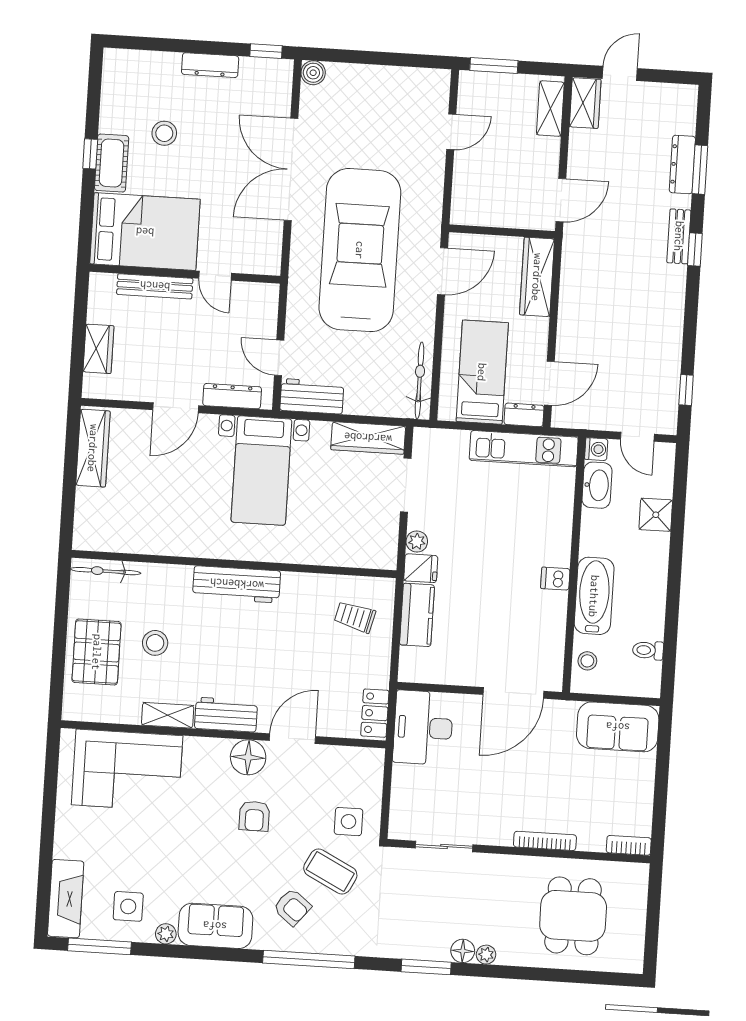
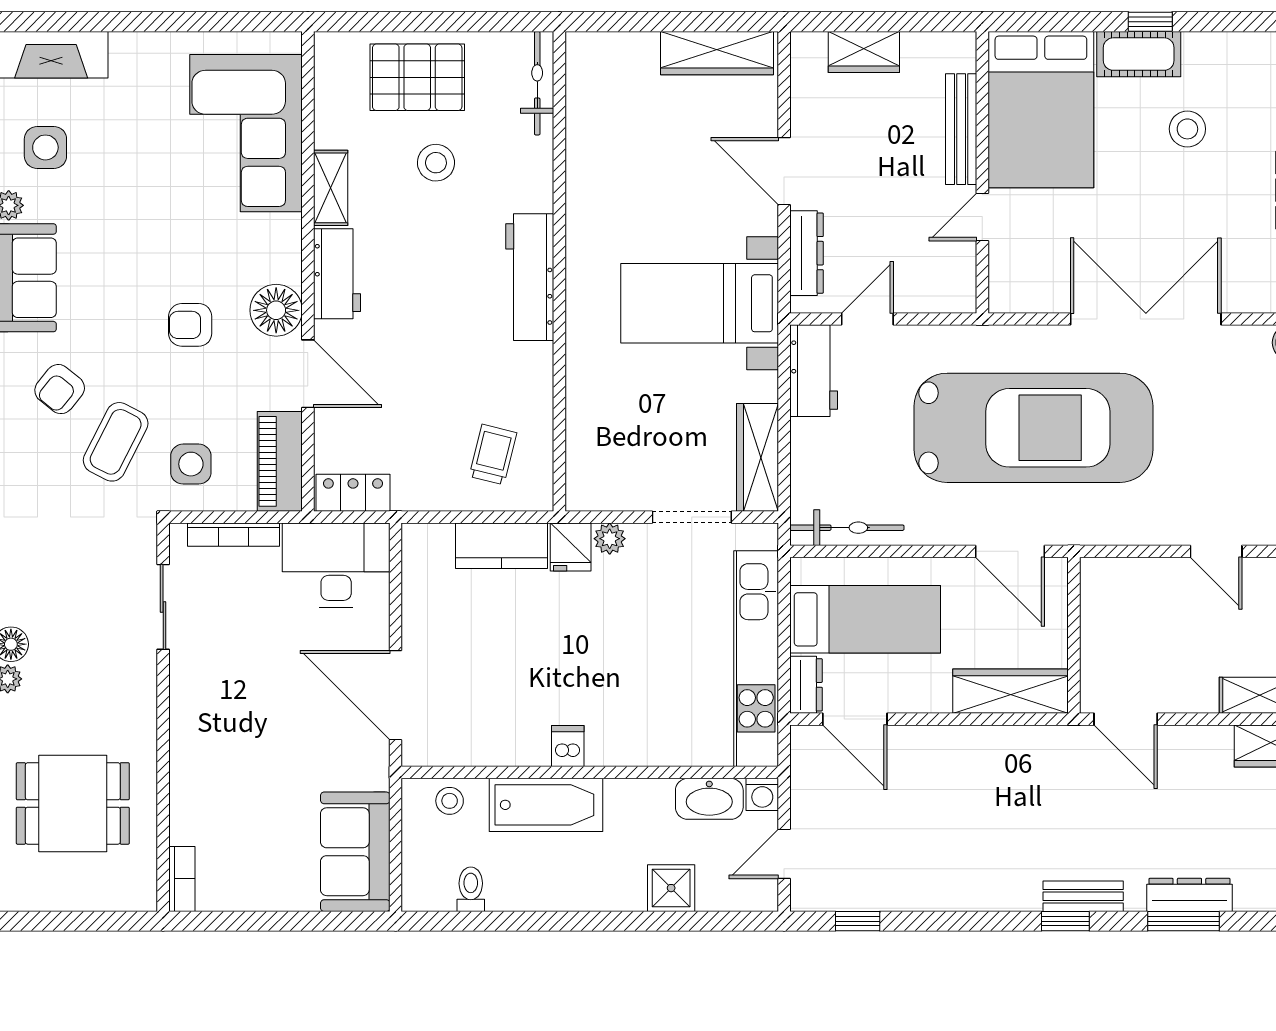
kitchen unit: (524, 449) -> (756, 659), width x1.36
piano: (351, 761) -> (280, 461), added
bookcase: (545, 841) -> (233, 535), moved, turned 90

